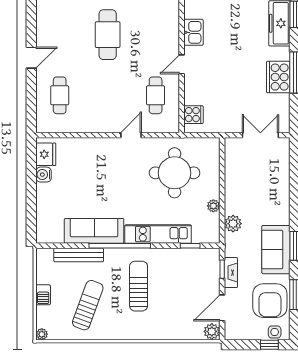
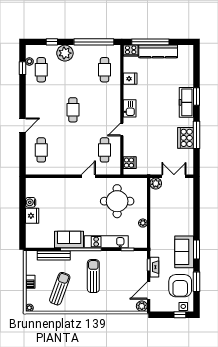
cafe table: (108, 35) -> (73, 110), width x0.73, depth x0.74
fridge: (46, 154) -> (32, 216), moved
plant: (233, 224) -> (156, 183), moved
sofa: (94, 231) -> (69, 240), width x0.73

